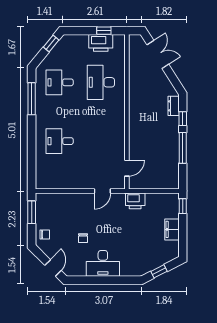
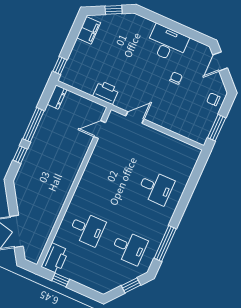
printer: (101, 43) -> (55, 258), moved, turned 90
window: (51, 44) -> (131, 285), moved
desk: (101, 82) -> (87, 229), width x0.73
dresser: (174, 106) -> (57, 97), moved
filing cabinet: (172, 229) -> (89, 30), moved

